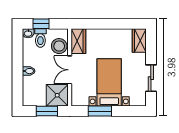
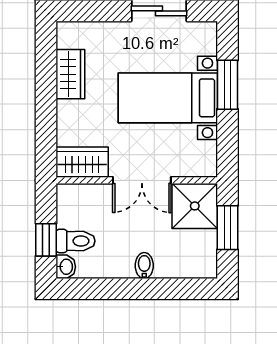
wardrobe: (139, 41) -> (70, 74), moved, turned -90
stool: (59, 46) -> (92, 202), removed
window: (100, 111) -> (228, 85), moved

